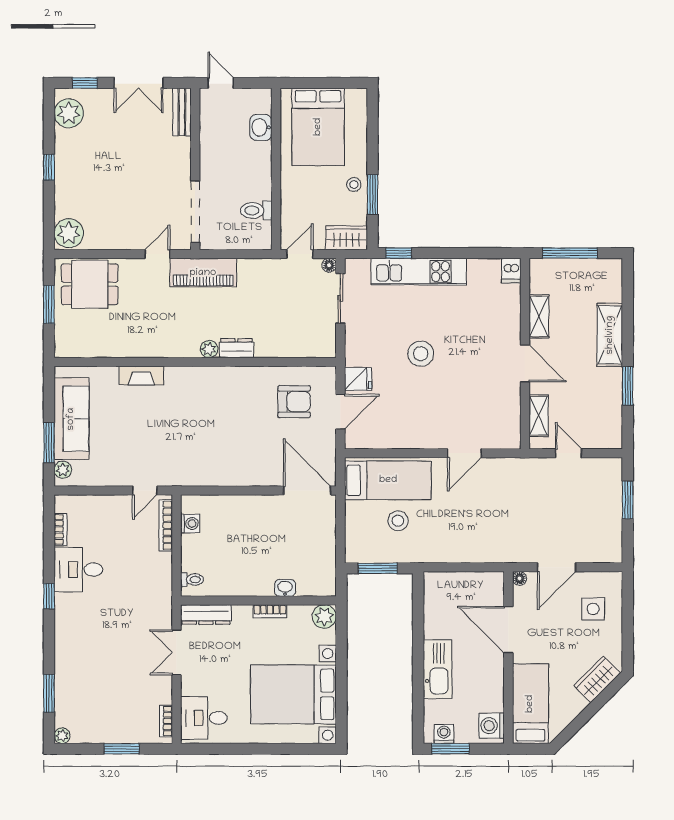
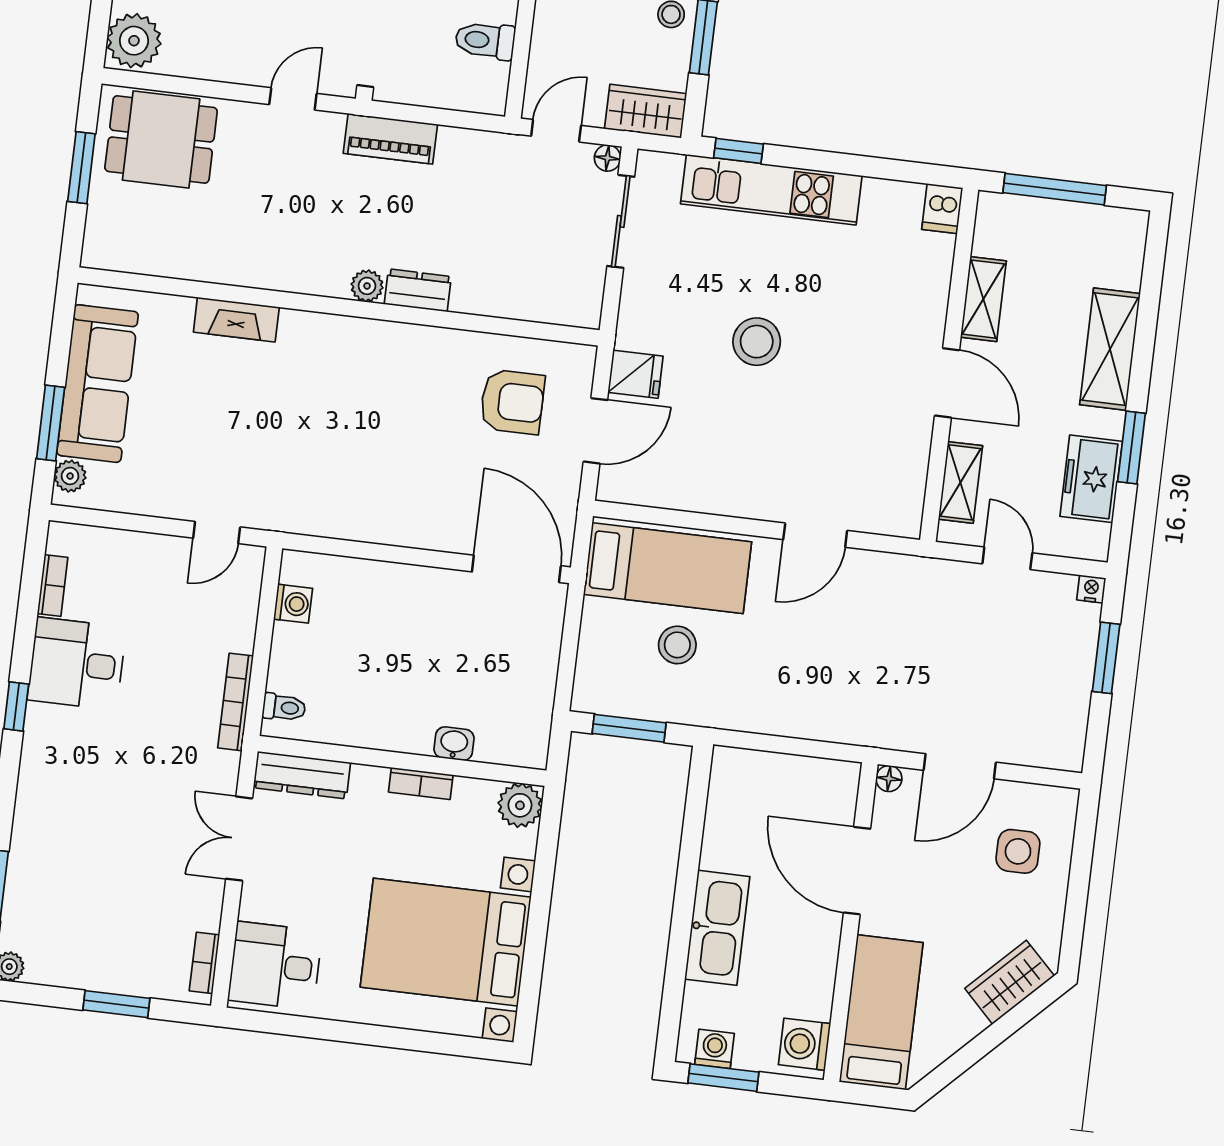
piano: (203, 273) -> (390, 139), width x0.73, depth x0.75
freezer: (608, 405) -> (1091, 479), added
nightstand: (615, 464) -> (1091, 589), added
bookcase: (166, 525) -> (236, 702), moved

